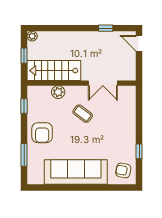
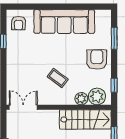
double door: (103, 83) -> (23, 107), moved
plant: (42, 94) -> (97, 96), added
armchair: (123, 170) -> (19, 23), turned 79

